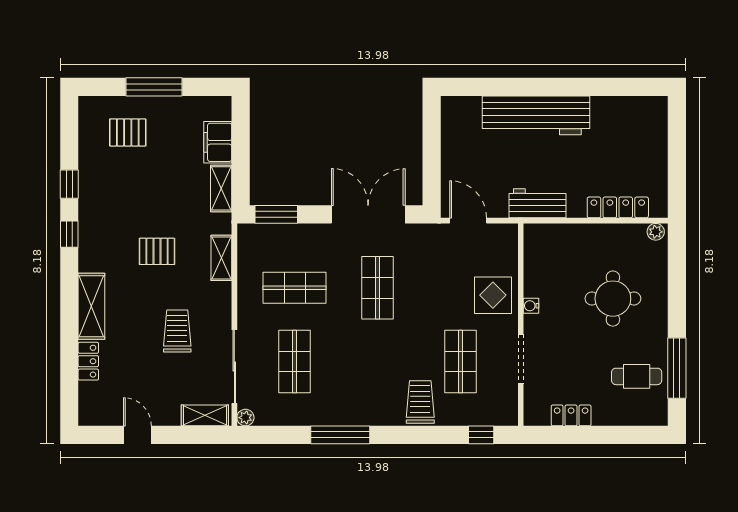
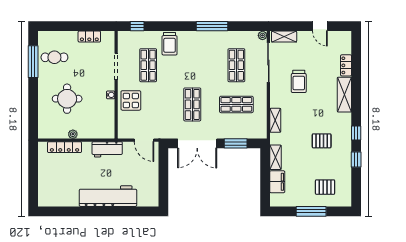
window: (276, 214) -> (236, 143), moved
plant: (656, 232) -> (73, 134), moved
pallet: (157, 251) -> (322, 141), moved

